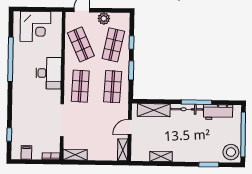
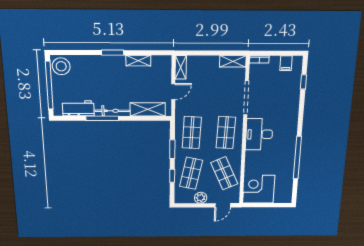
corner desk: (35, 27) -> (259, 189), moved
desk: (49, 73) -> (259, 134), moved
window: (209, 164) -> (113, 53), moved

